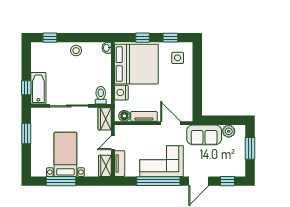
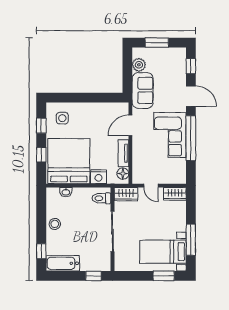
washbasin: (107, 48) -> (66, 192), moved
bathtub: (38, 88) -> (63, 263), moved
window: (26, 133) -> (164, 276), moved
bed with nightstands: (65, 154) -> (163, 252), moved
tv unit: (120, 164) -> (172, 179), removed

